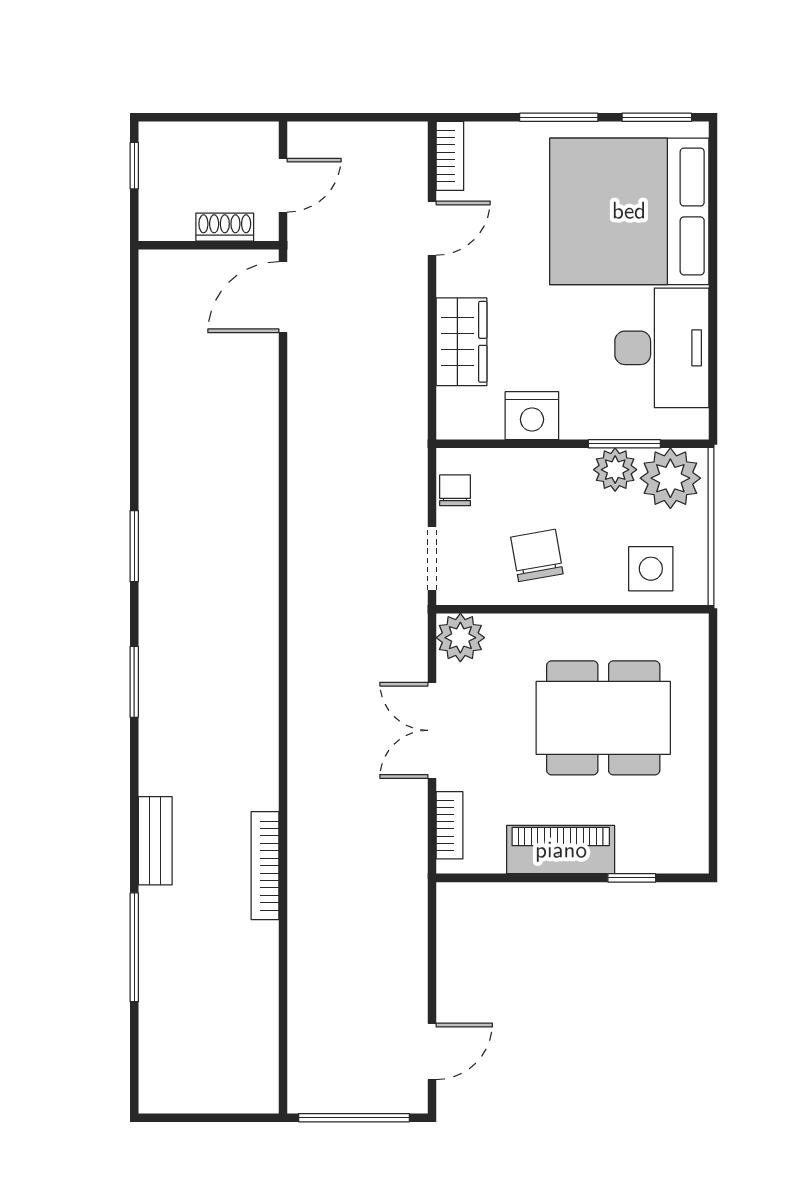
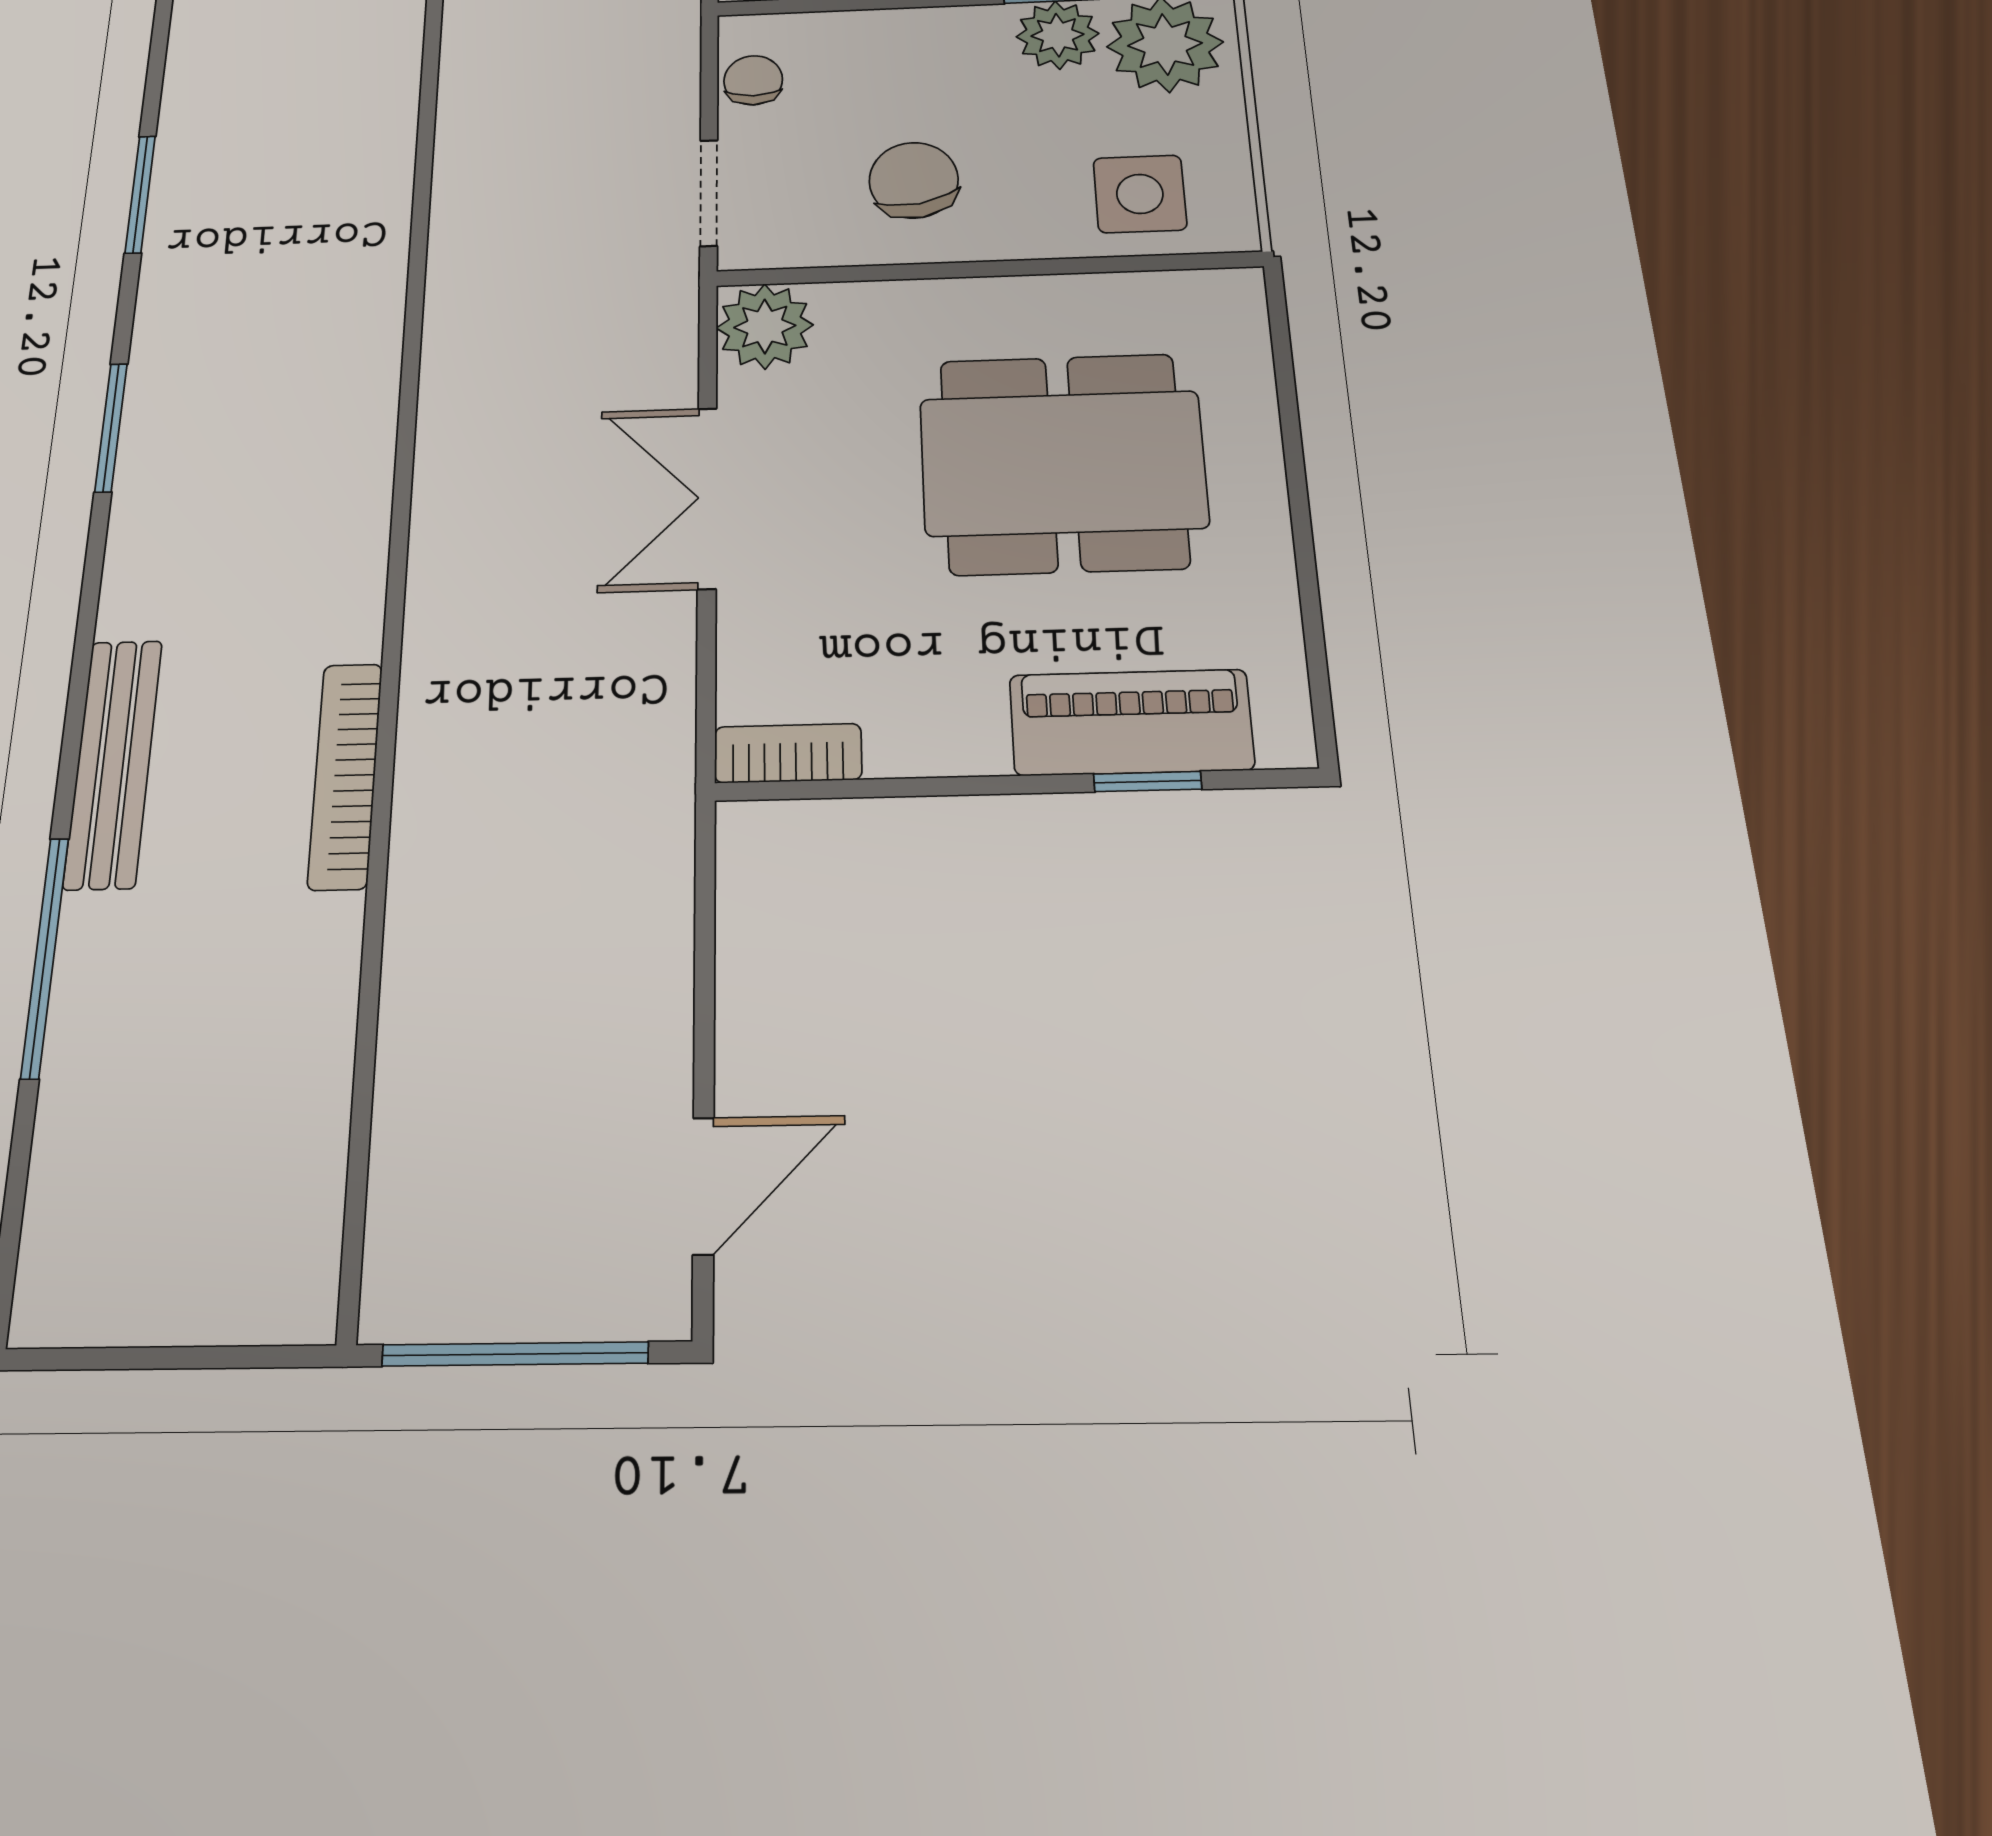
bookcase: (449, 825) -> (788, 753), moved, turned -90
bench: (155, 841) -> (113, 763), width x1.36
piano: (561, 850) -> (1131, 722), moved

